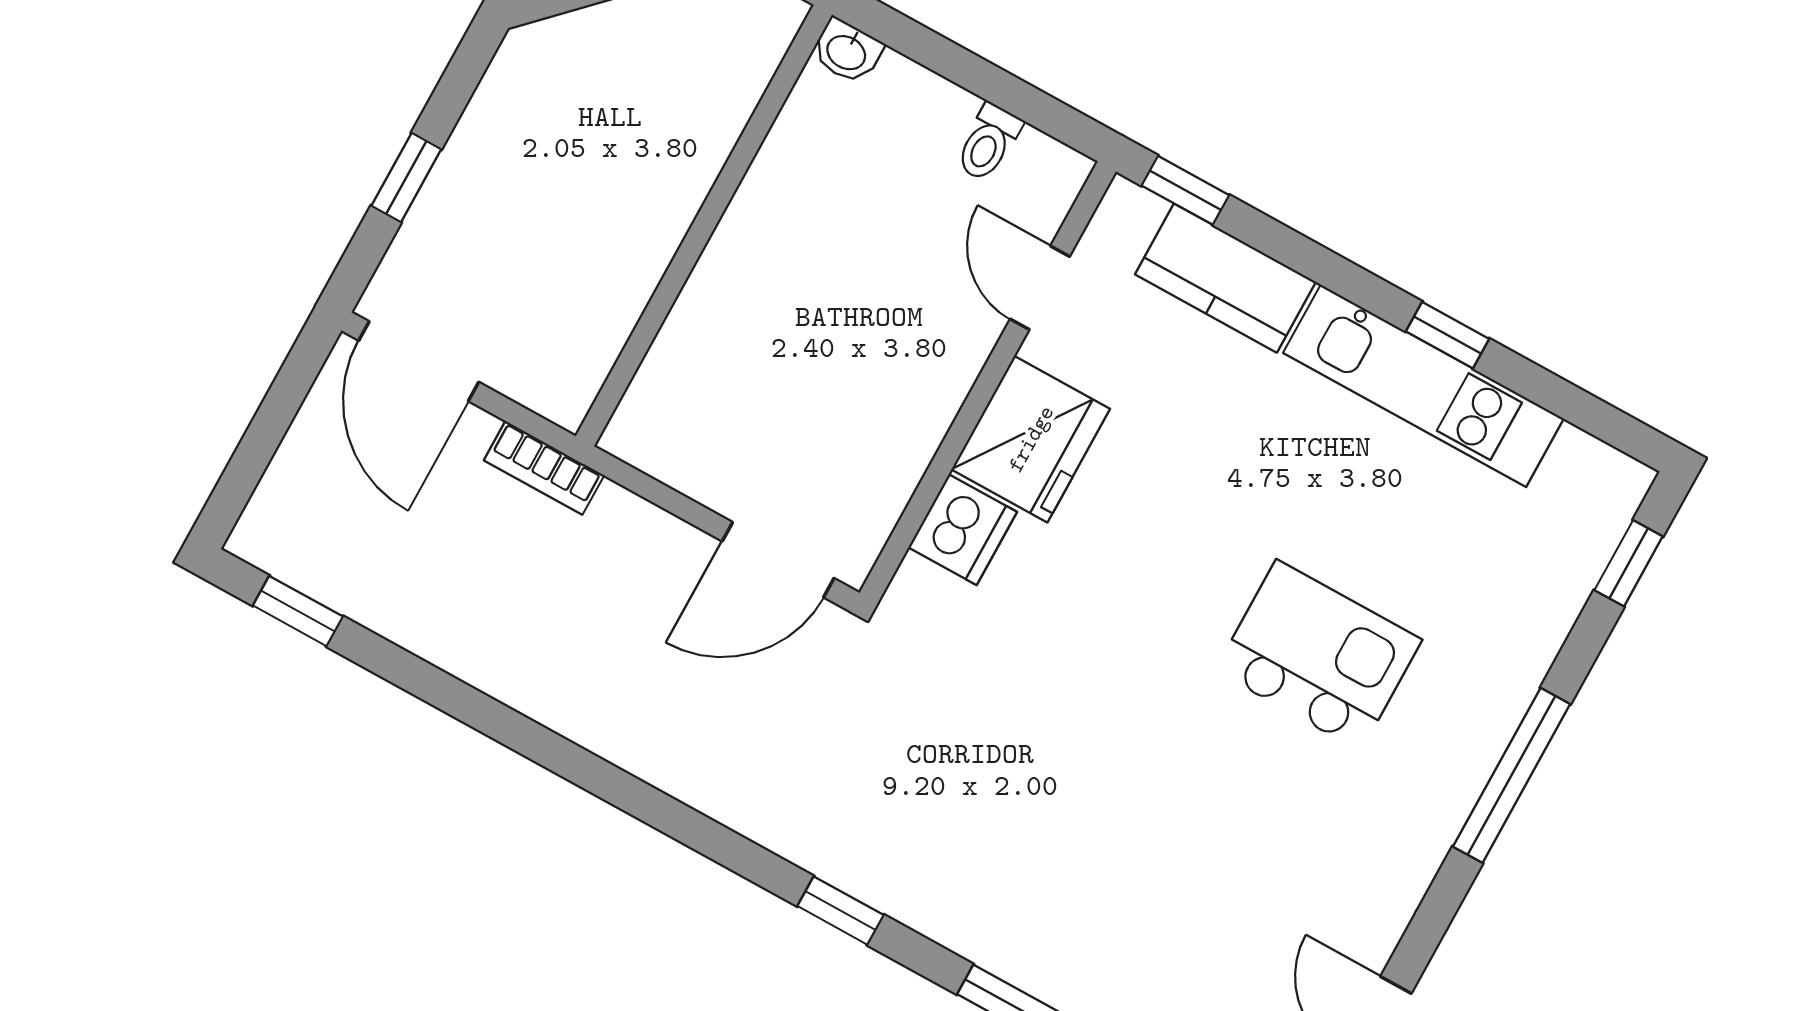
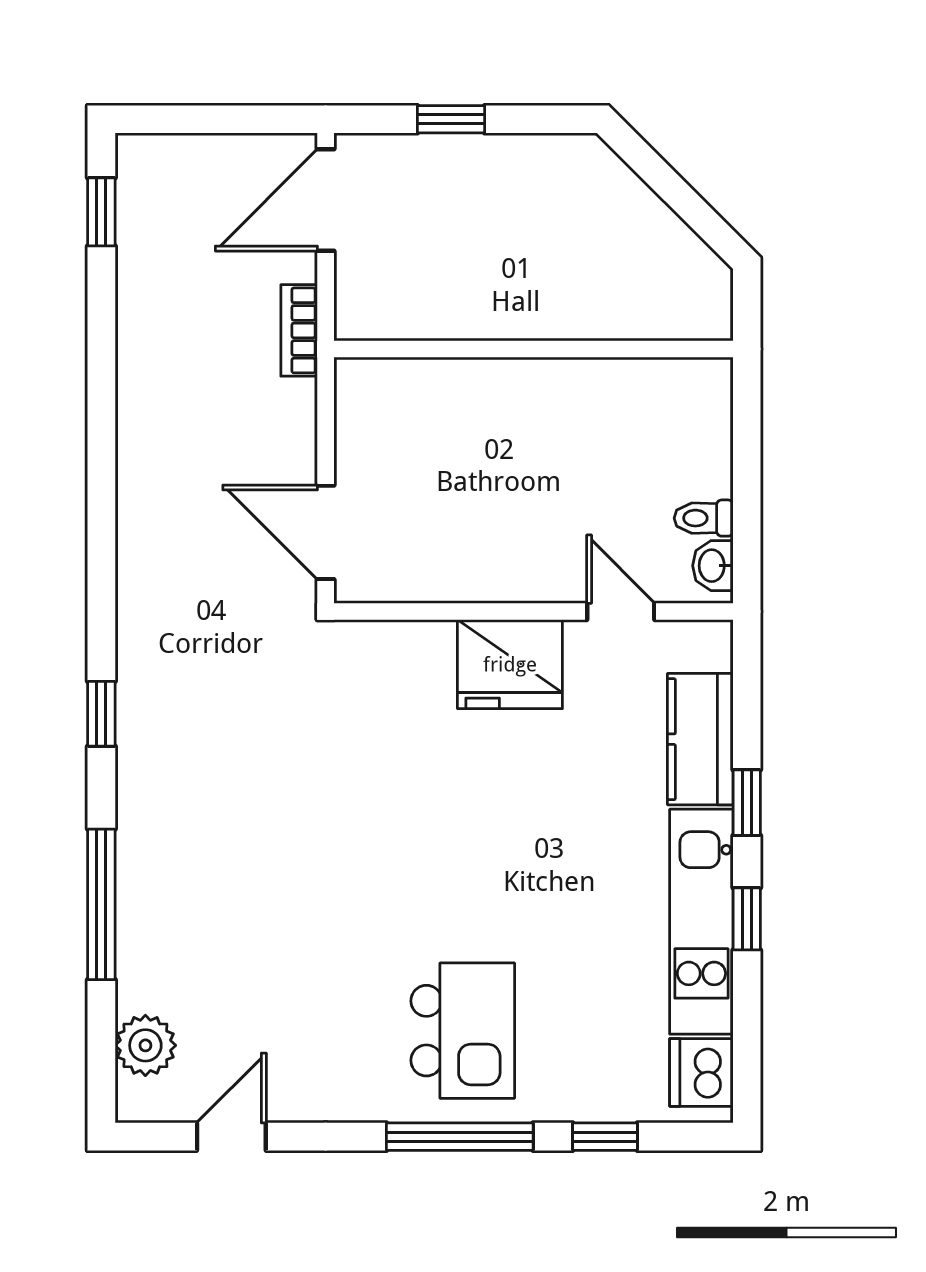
washbasin: (847, 51) -> (713, 566), moved
window: (1185, 190) -> (747, 803), moved
door: (1040, 288) -> (621, 612), hinge flipped
dishwasher: (963, 530) -> (701, 1072), moved, turned 90
window: (1629, 563) -> (605, 1137), moved
kitchen island: (1318, 655) -> (463, 1031), moved

